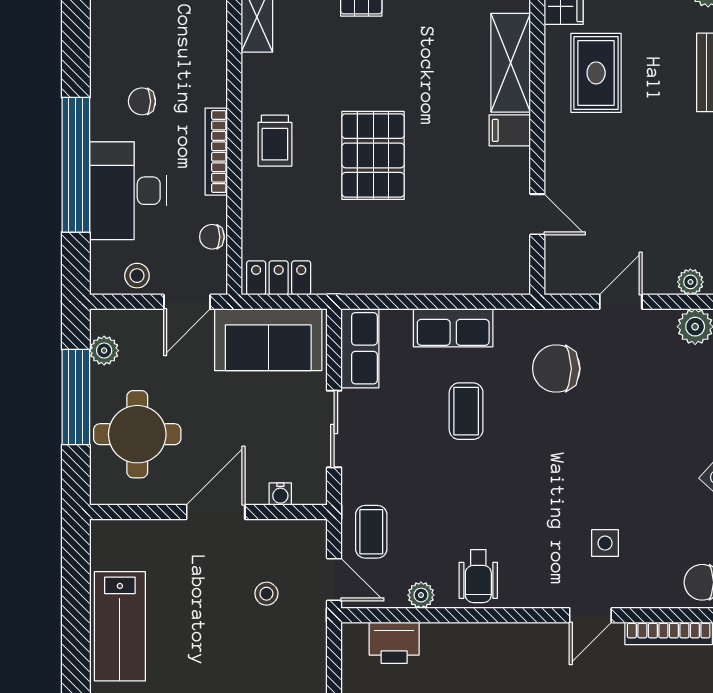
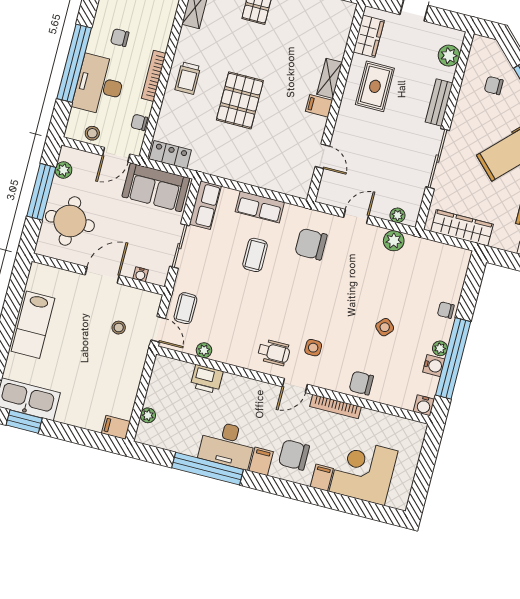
shelving: (511, 63) -> (330, 78), width x0.67, depth x0.75
wheelchair: (478, 576) -> (274, 352), moved, turned -90
printer: (394, 643) -> (207, 379), moved

